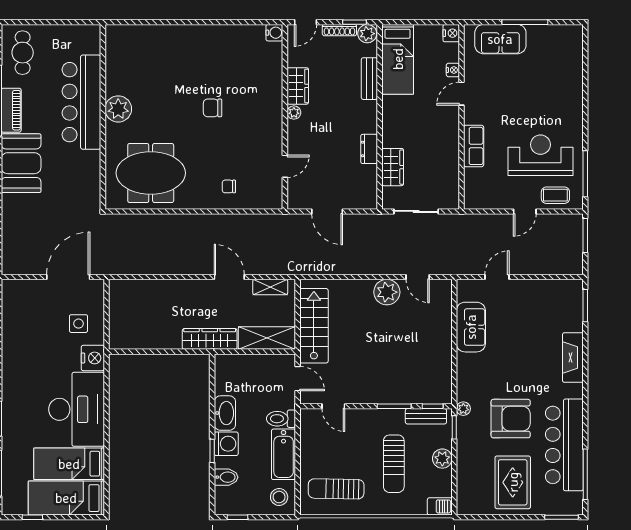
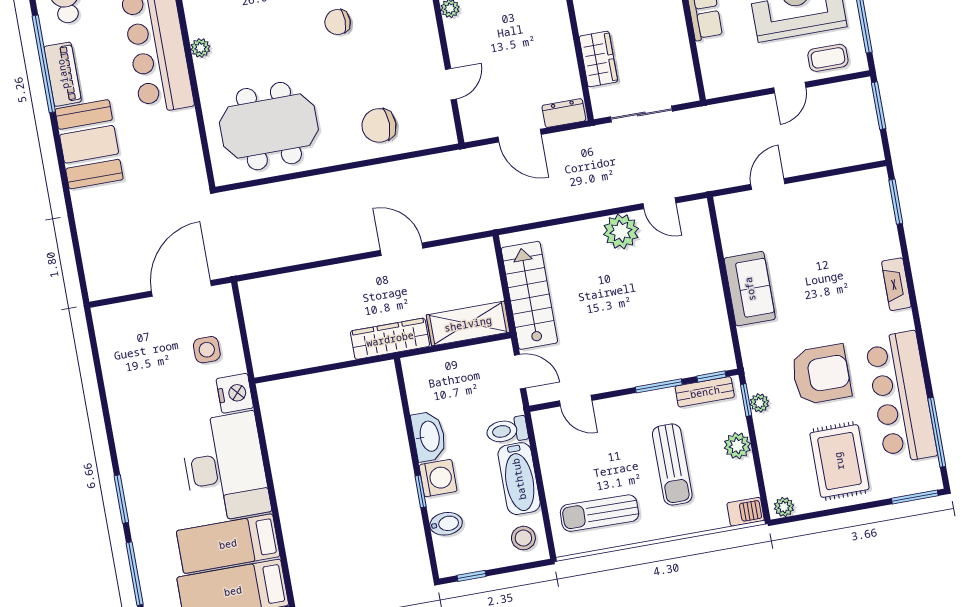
plant: (118, 109) -> (200, 48), width x0.53, depth x0.53
dresser: (369, 149) -> (564, 113), moved, turned 90
chair: (229, 186) -> (379, 125), width x1.87, depth x1.87
shelving: (270, 287) -> (460, 253), removed
sofa: (471, 327) -> (750, 289), moved
fireplace: (573, 358) -> (896, 284), width x0.73, depth x0.76
plant: (463, 409) -> (759, 403), moved
plant: (468, 508) -> (784, 507), added

